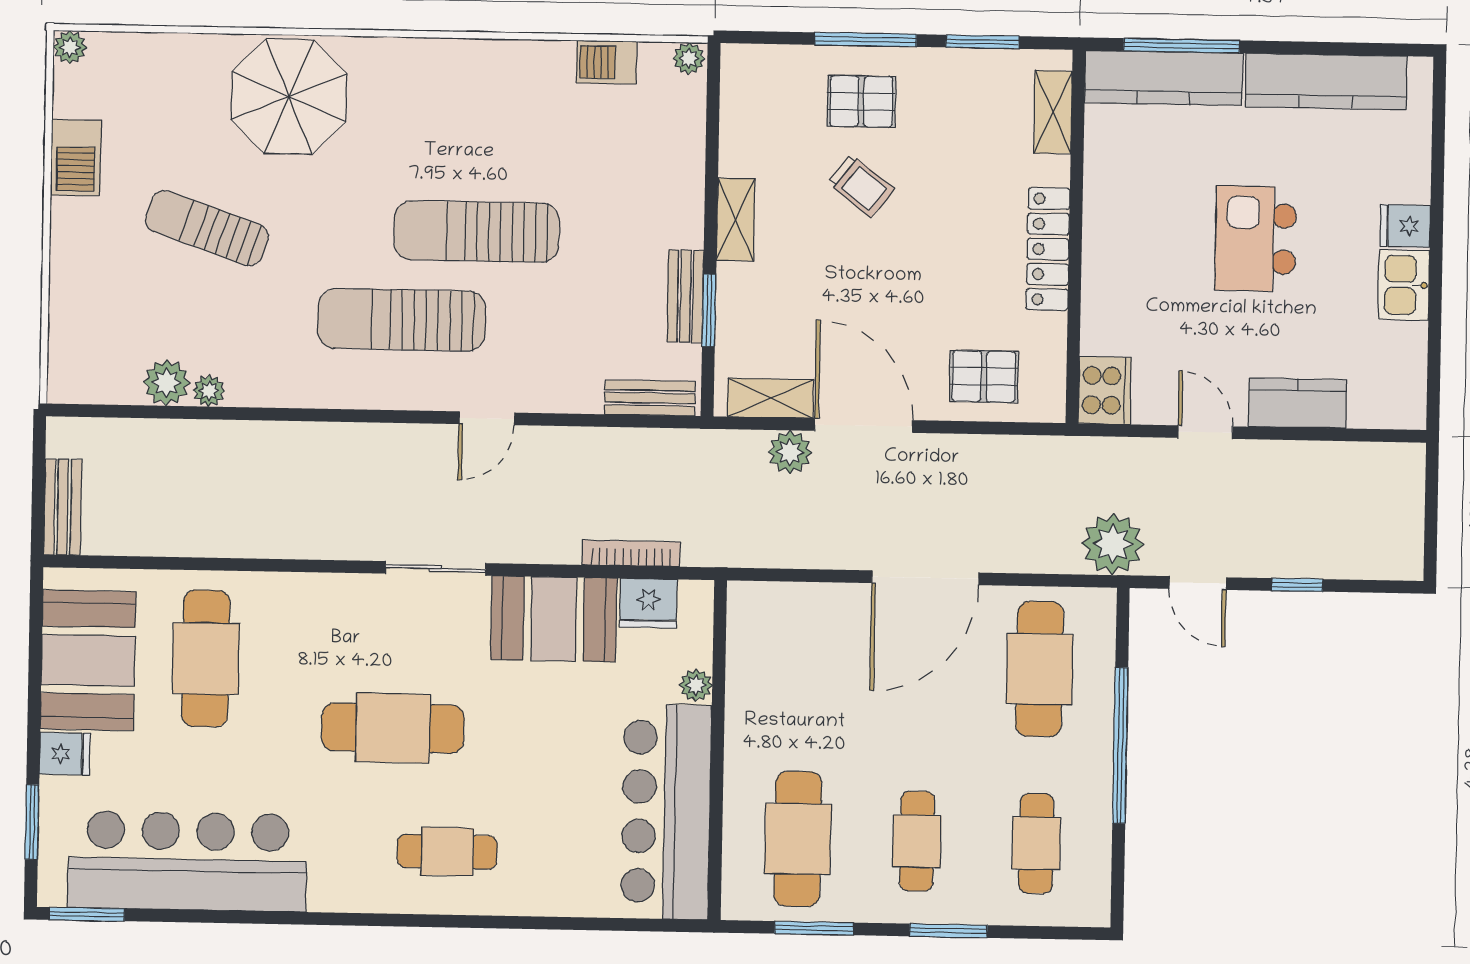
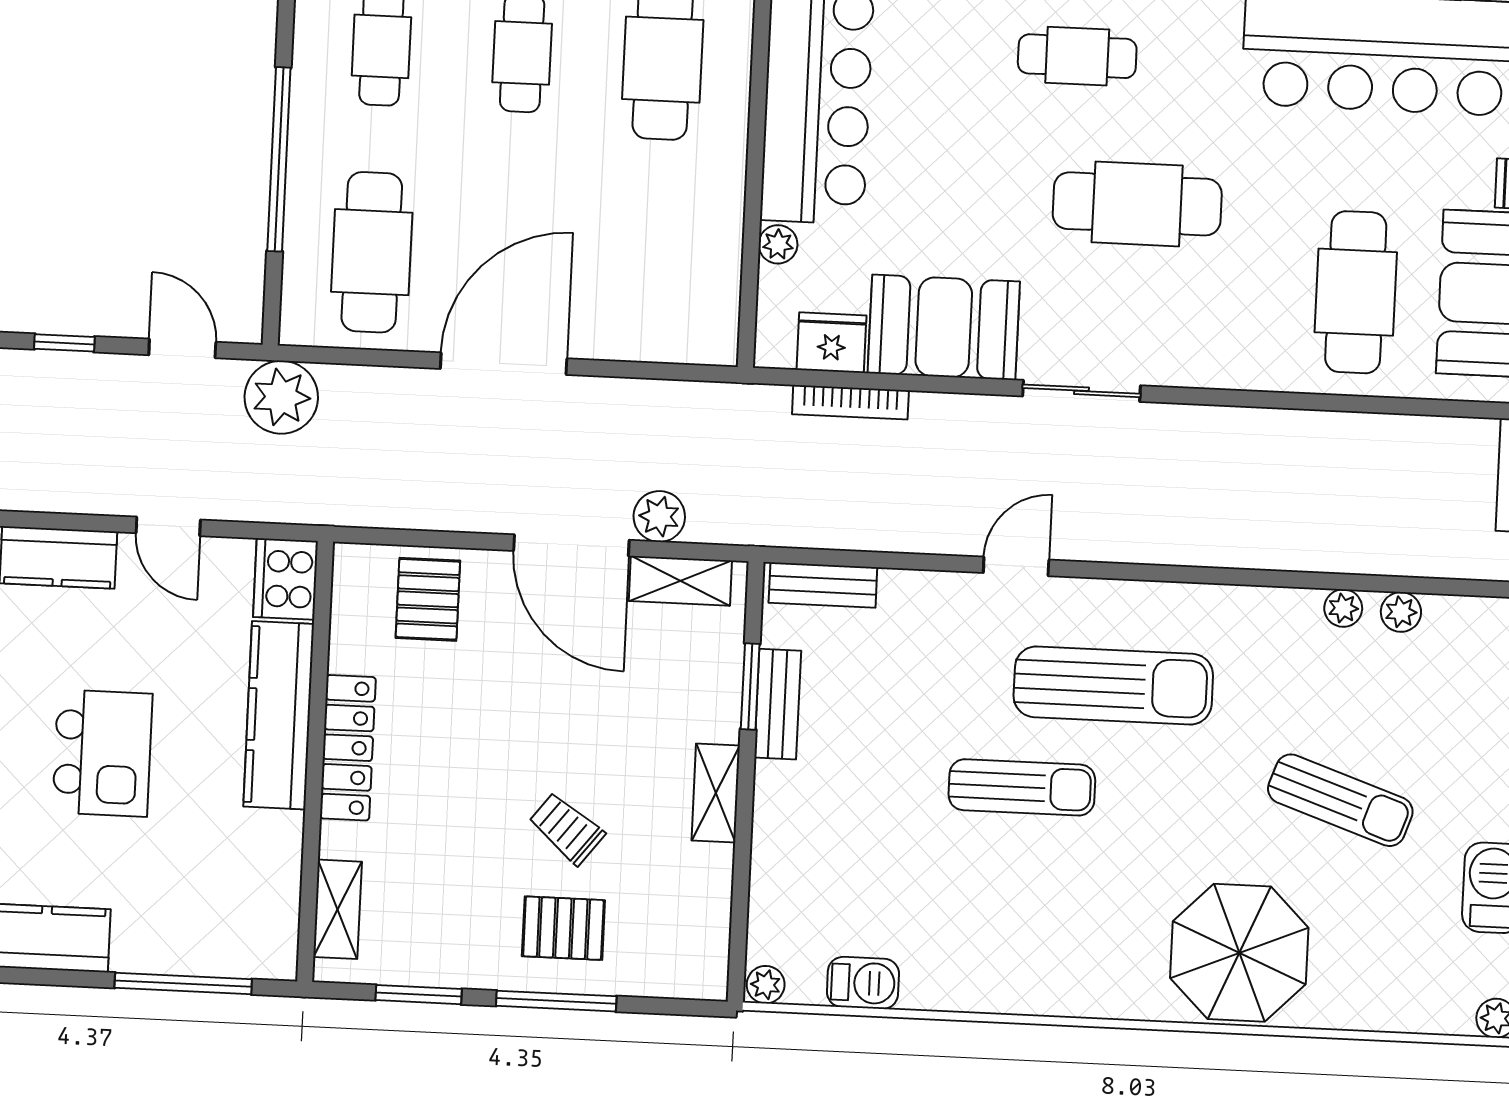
kitchen counter: (1164, 78) -> (279, 715), moved, turned -90
sun lounger: (477, 231) -> (1022, 787), width x0.73, depth x0.75
pallet: (984, 377) -> (428, 599), turned 90
plant: (166, 383) -> (1401, 612), width x0.73, depth x0.73

